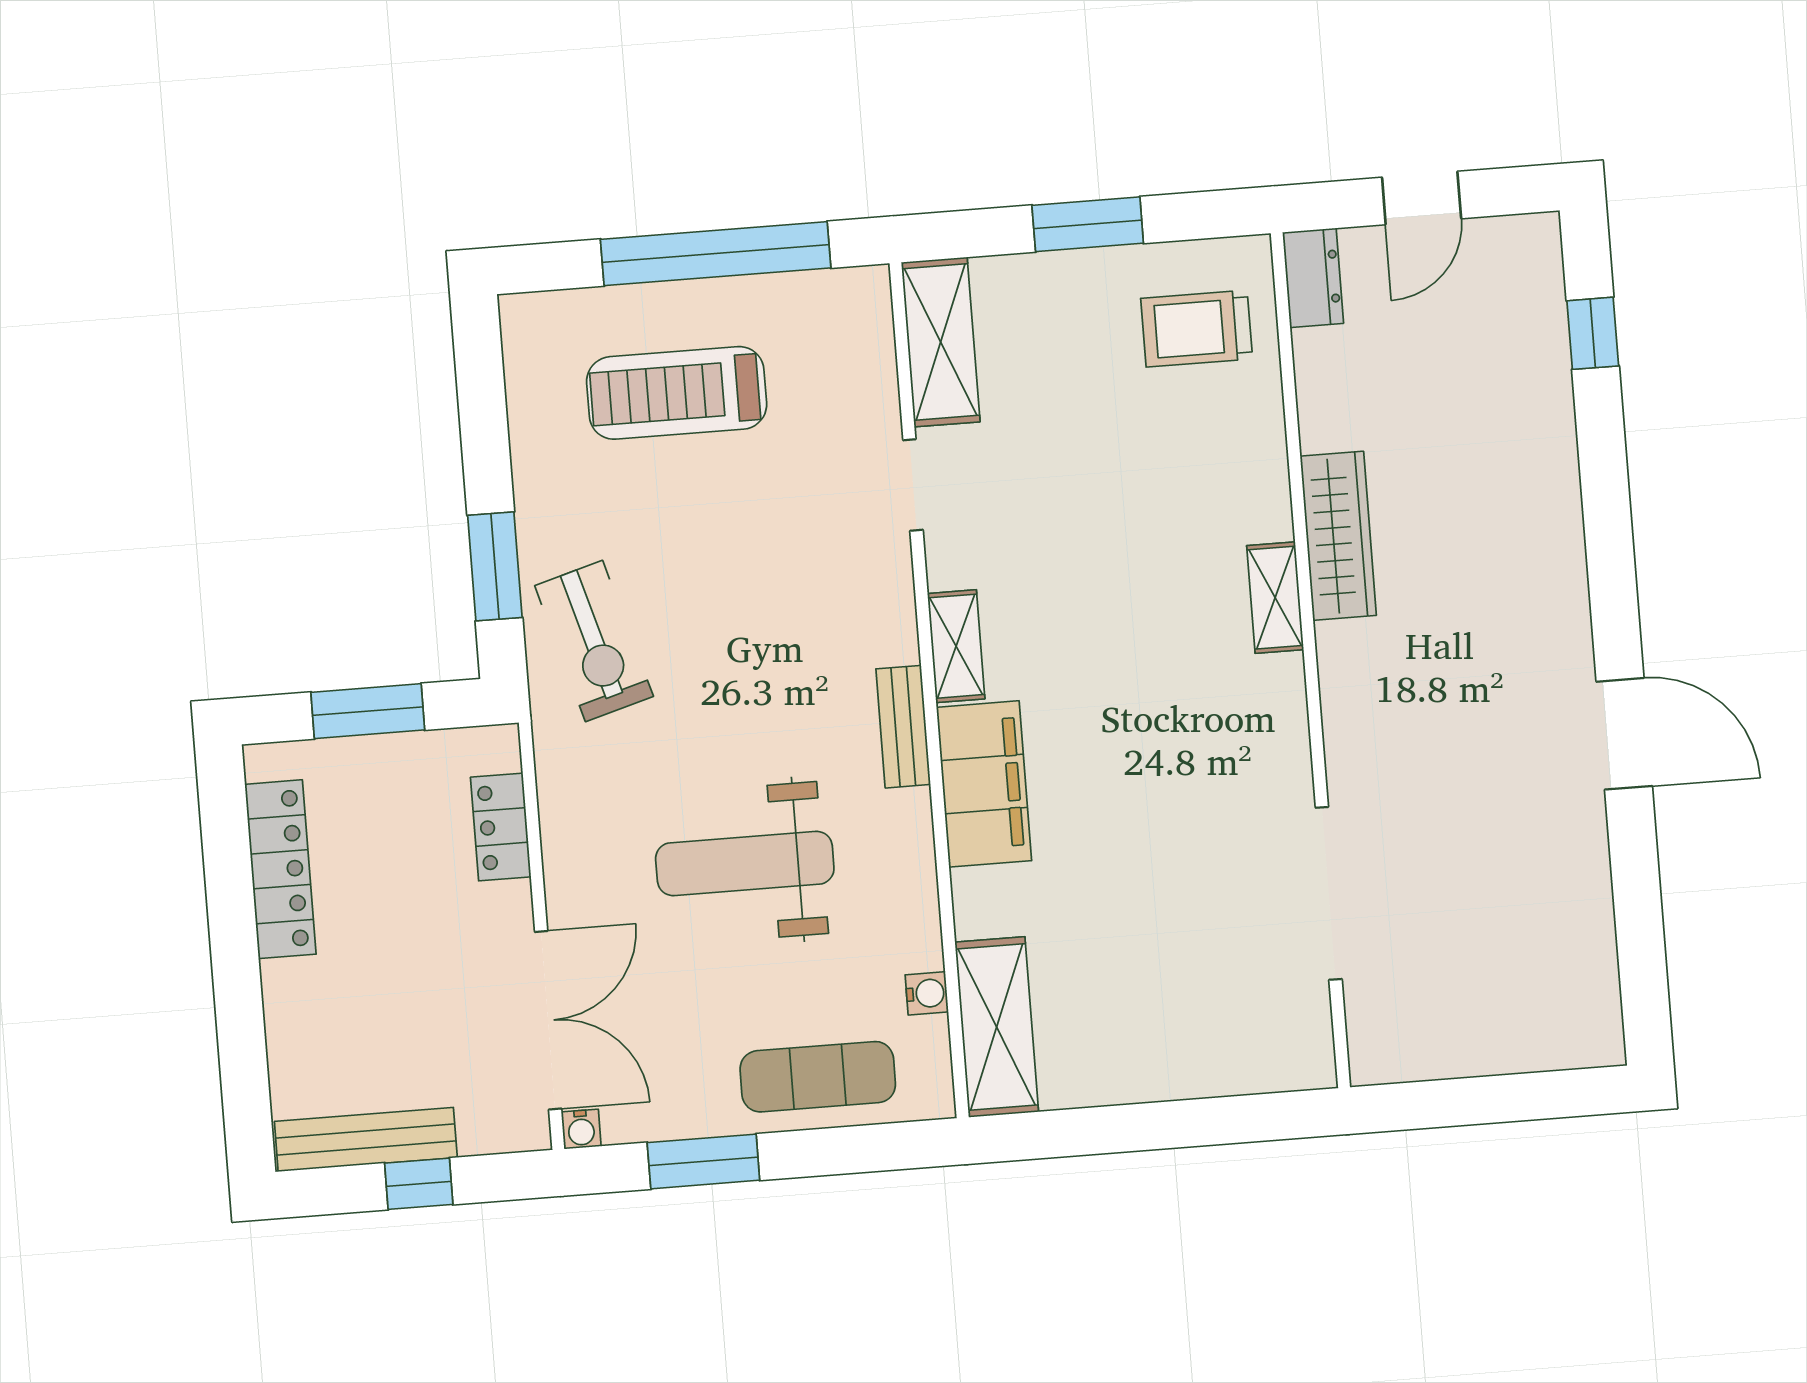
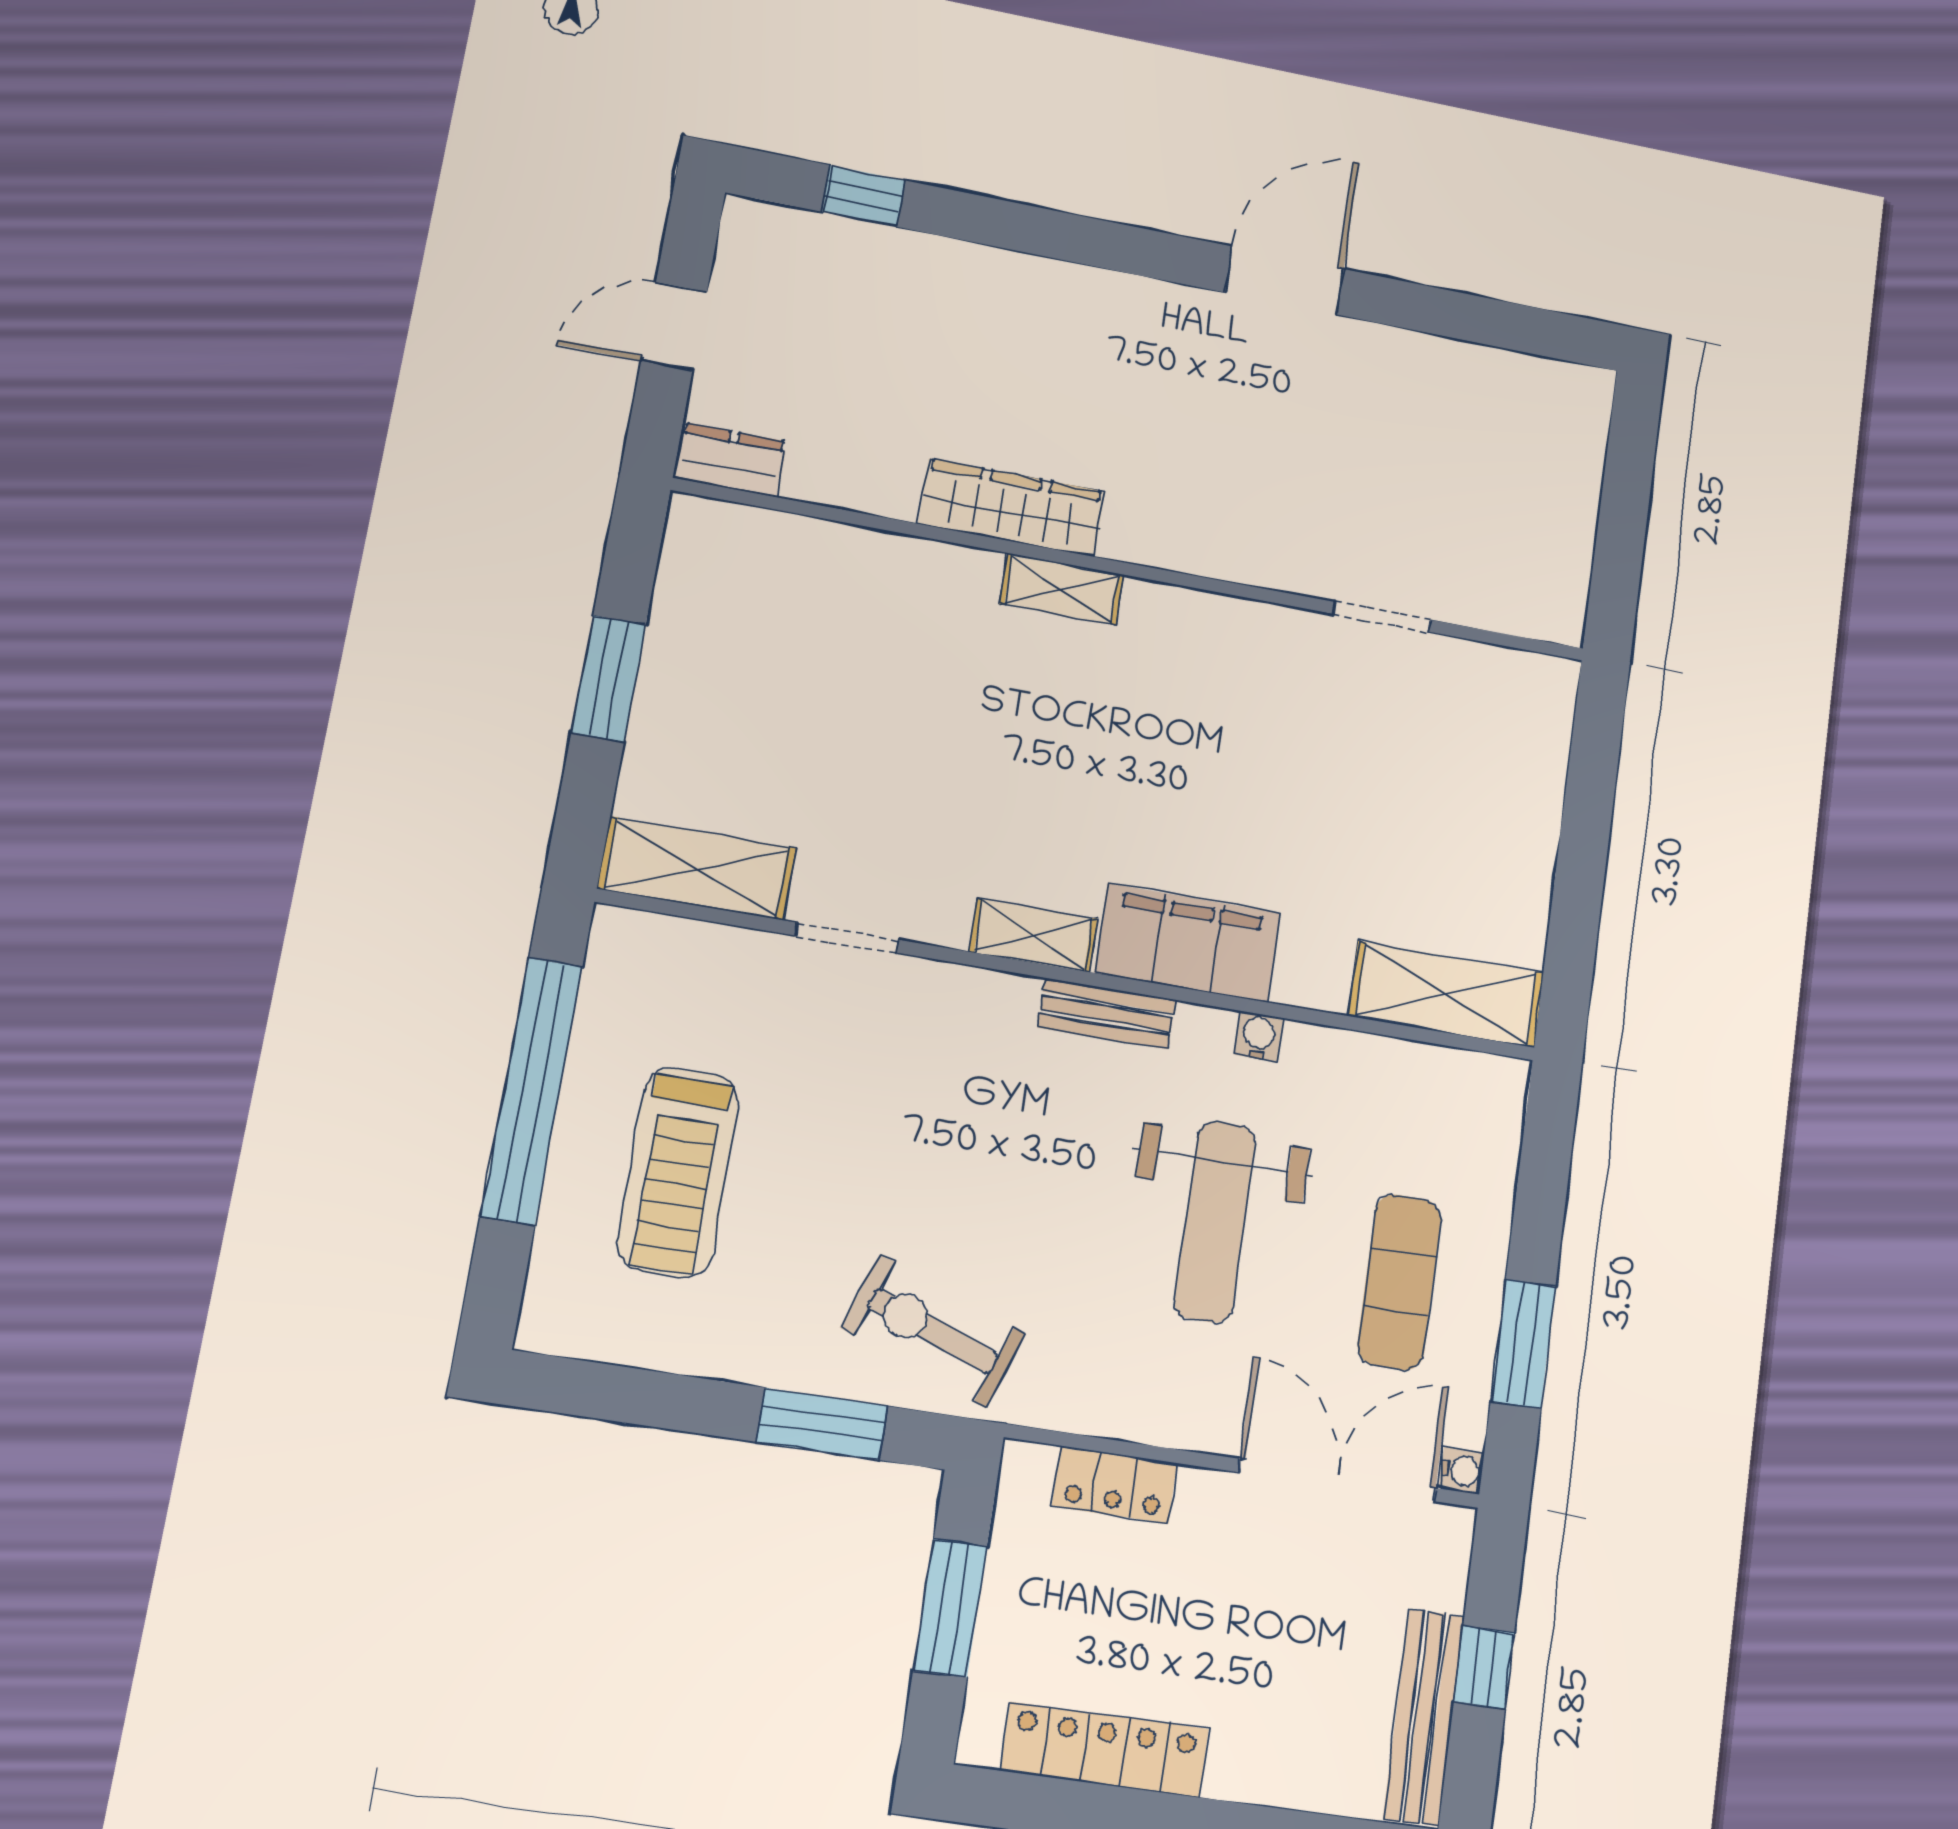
door: (1422, 198) -> (674, 326), swing flipped
trolley: (1197, 329) -> (753, 594), removed
exercise bike: (594, 641) -> (933, 1331), turned -144
doorway: (1329, 893) -> (1382, 617), width x0.53
water cooler: (927, 993) -> (1259, 1036), moved
exercise mat: (818, 1077) -> (1399, 1282), moved

